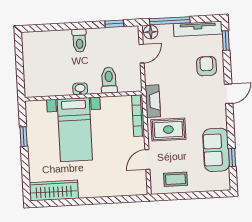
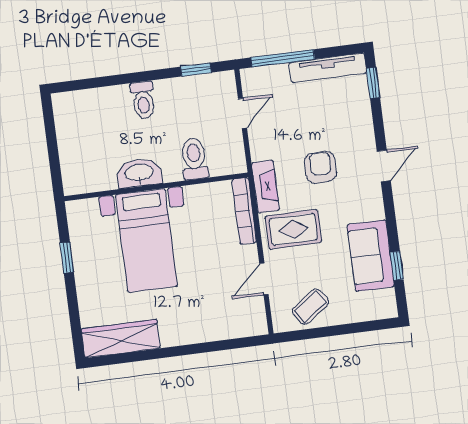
floor lamp: (151, 32) -> (254, 78), removed
armchair: (207, 66) -> (321, 167), moved
washbasin: (80, 89) -> (139, 173), width x1.91, depth x1.45
coffee table: (176, 179) -> (310, 307), turned -36

